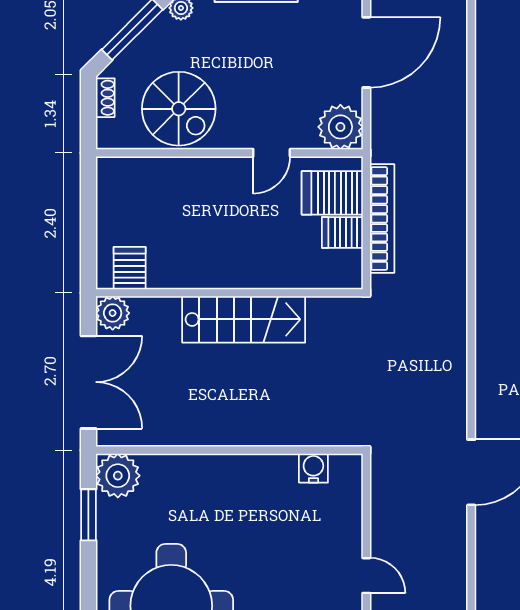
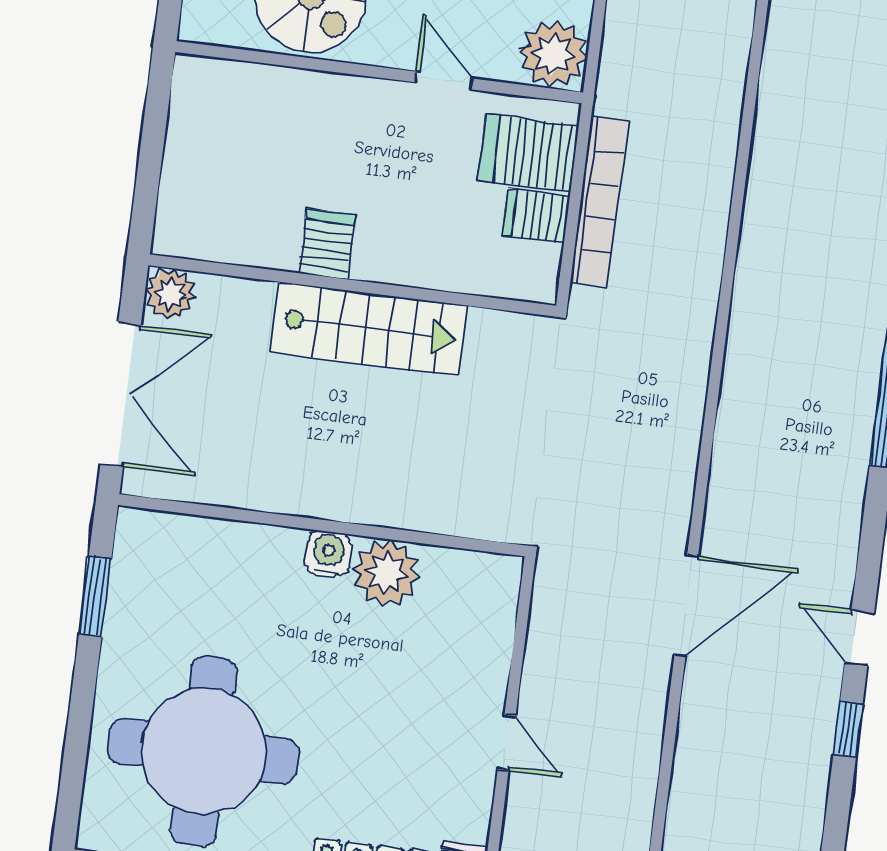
door: (272, 153) -> (444, 80), swing flipped
server rack: (130, 268) -> (327, 244), moved
water cooler: (313, 468) -> (328, 554), moved
plant: (118, 476) -> (386, 573), moved

